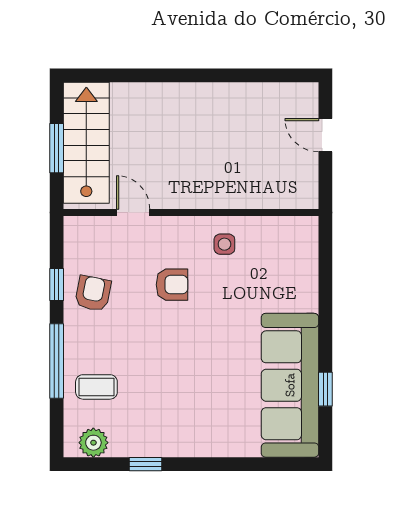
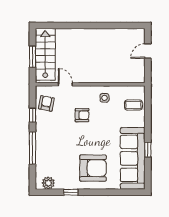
door: (325, 135) -> (148, 51), hinge flipped
armchair: (93, 293) -> (46, 103), moved
coffee table: (96, 387) -> (133, 105), moved
window: (325, 389) -> (148, 150), moved
armchair: (198, 408) -> (93, 168), added

